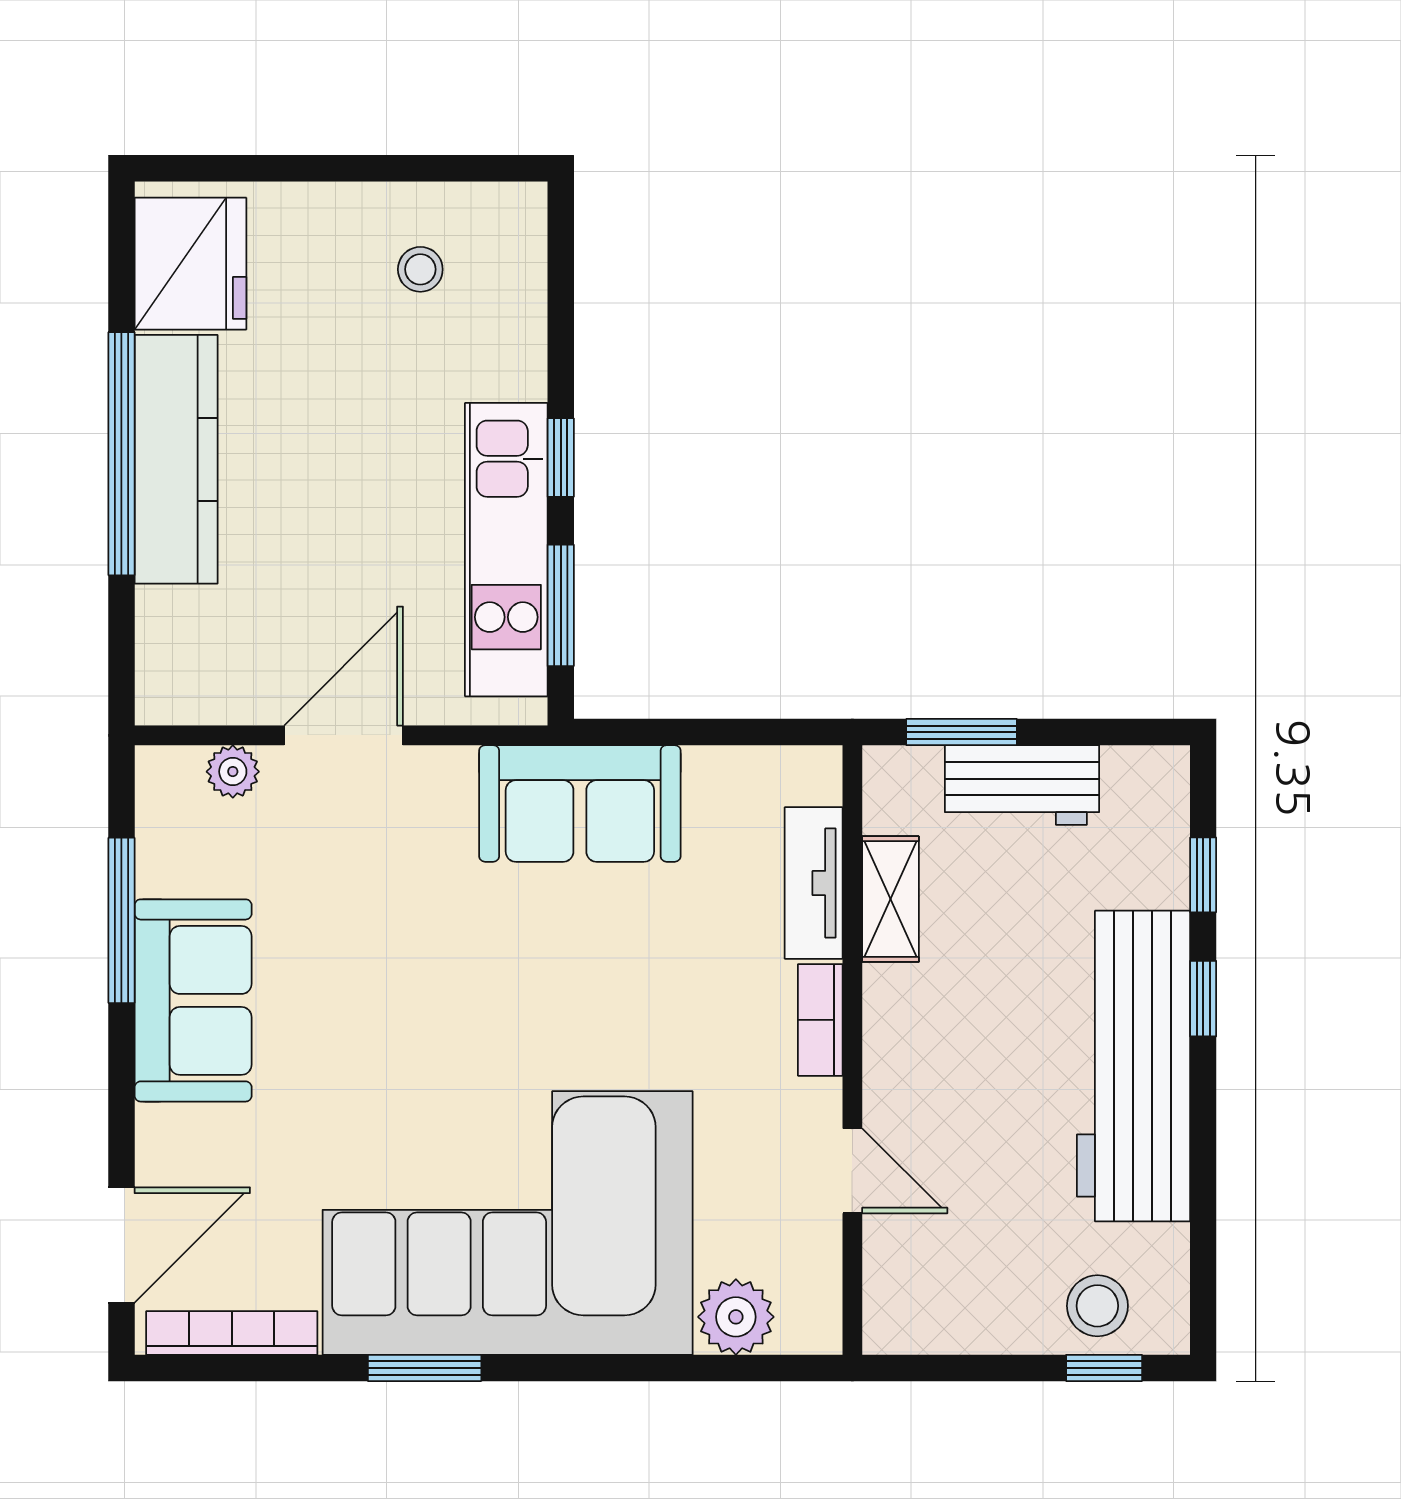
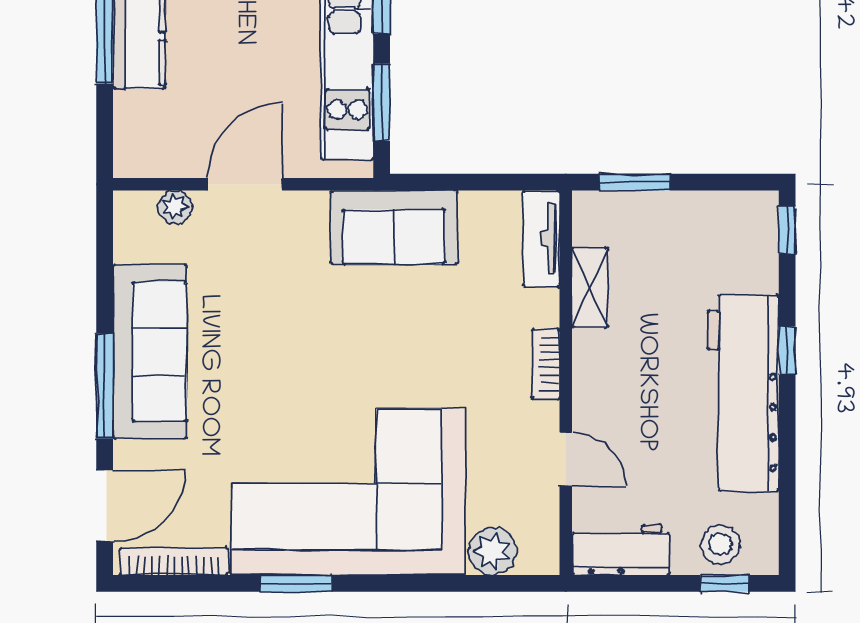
workbench: (1022, 785) -> (621, 550), moved, turned 180
window: (1203, 875) -> (787, 230), moved
tv unit: (814, 883) -> (541, 238), moved
window: (121, 920) -> (105, 386), moved
sofa: (193, 1000) -> (150, 352), width x1.36

